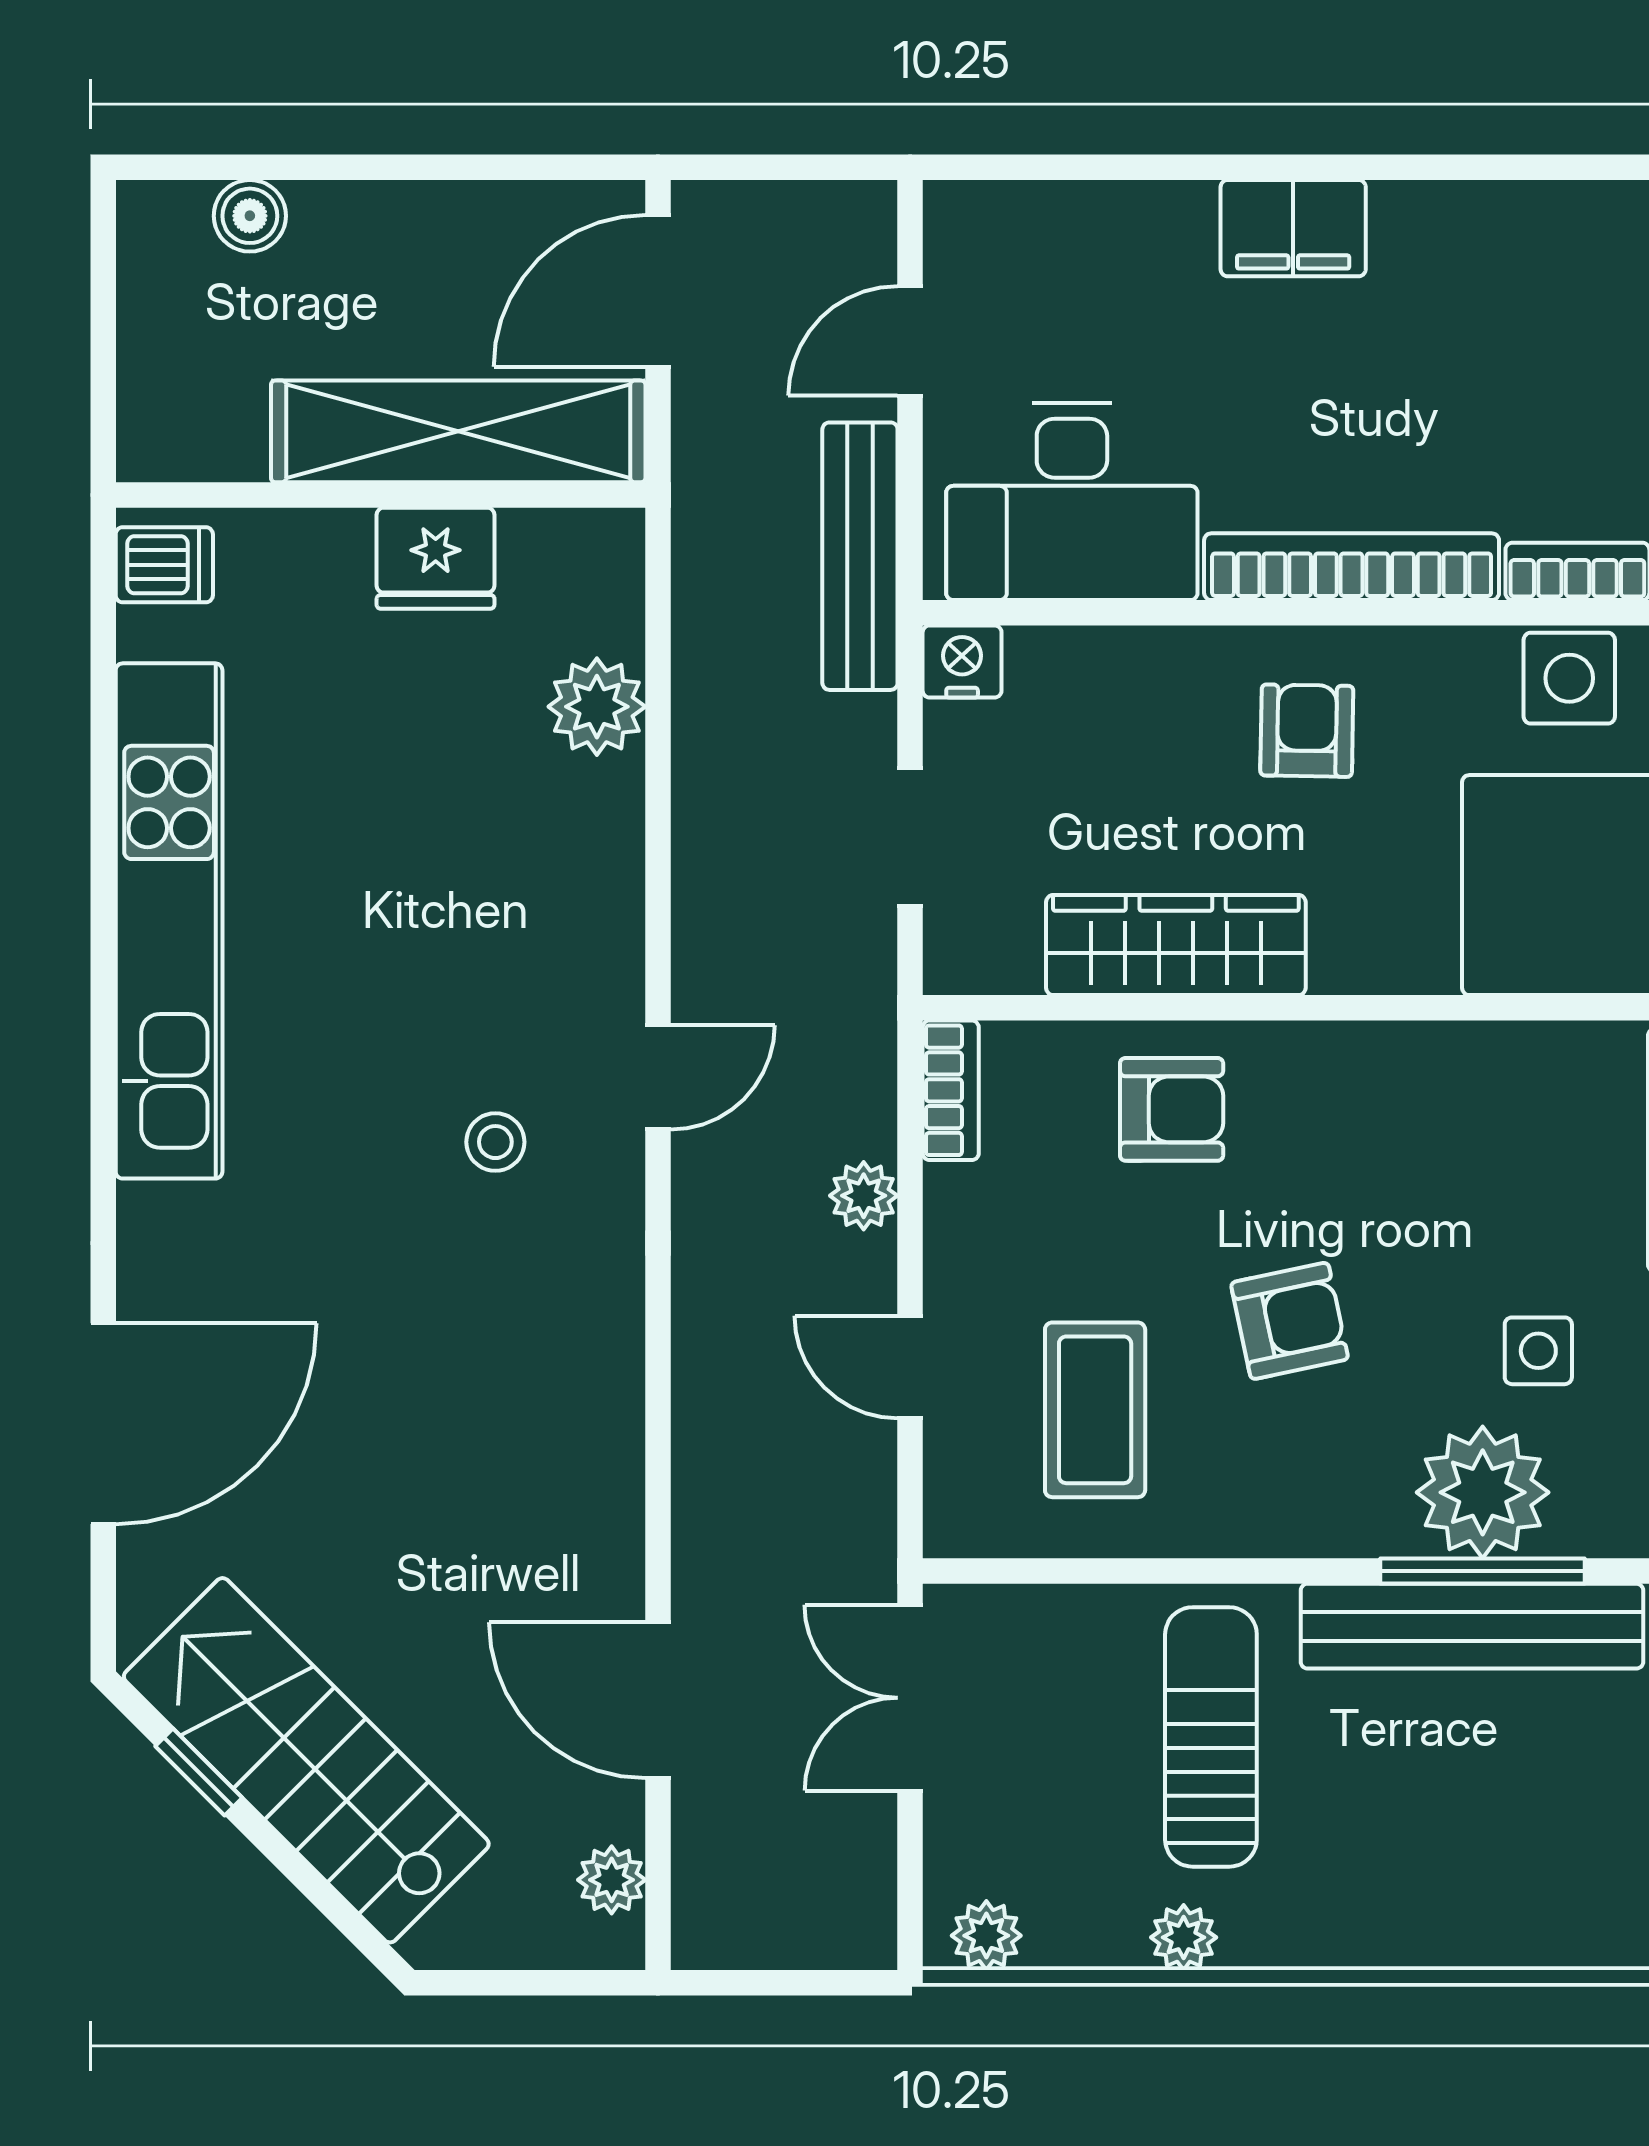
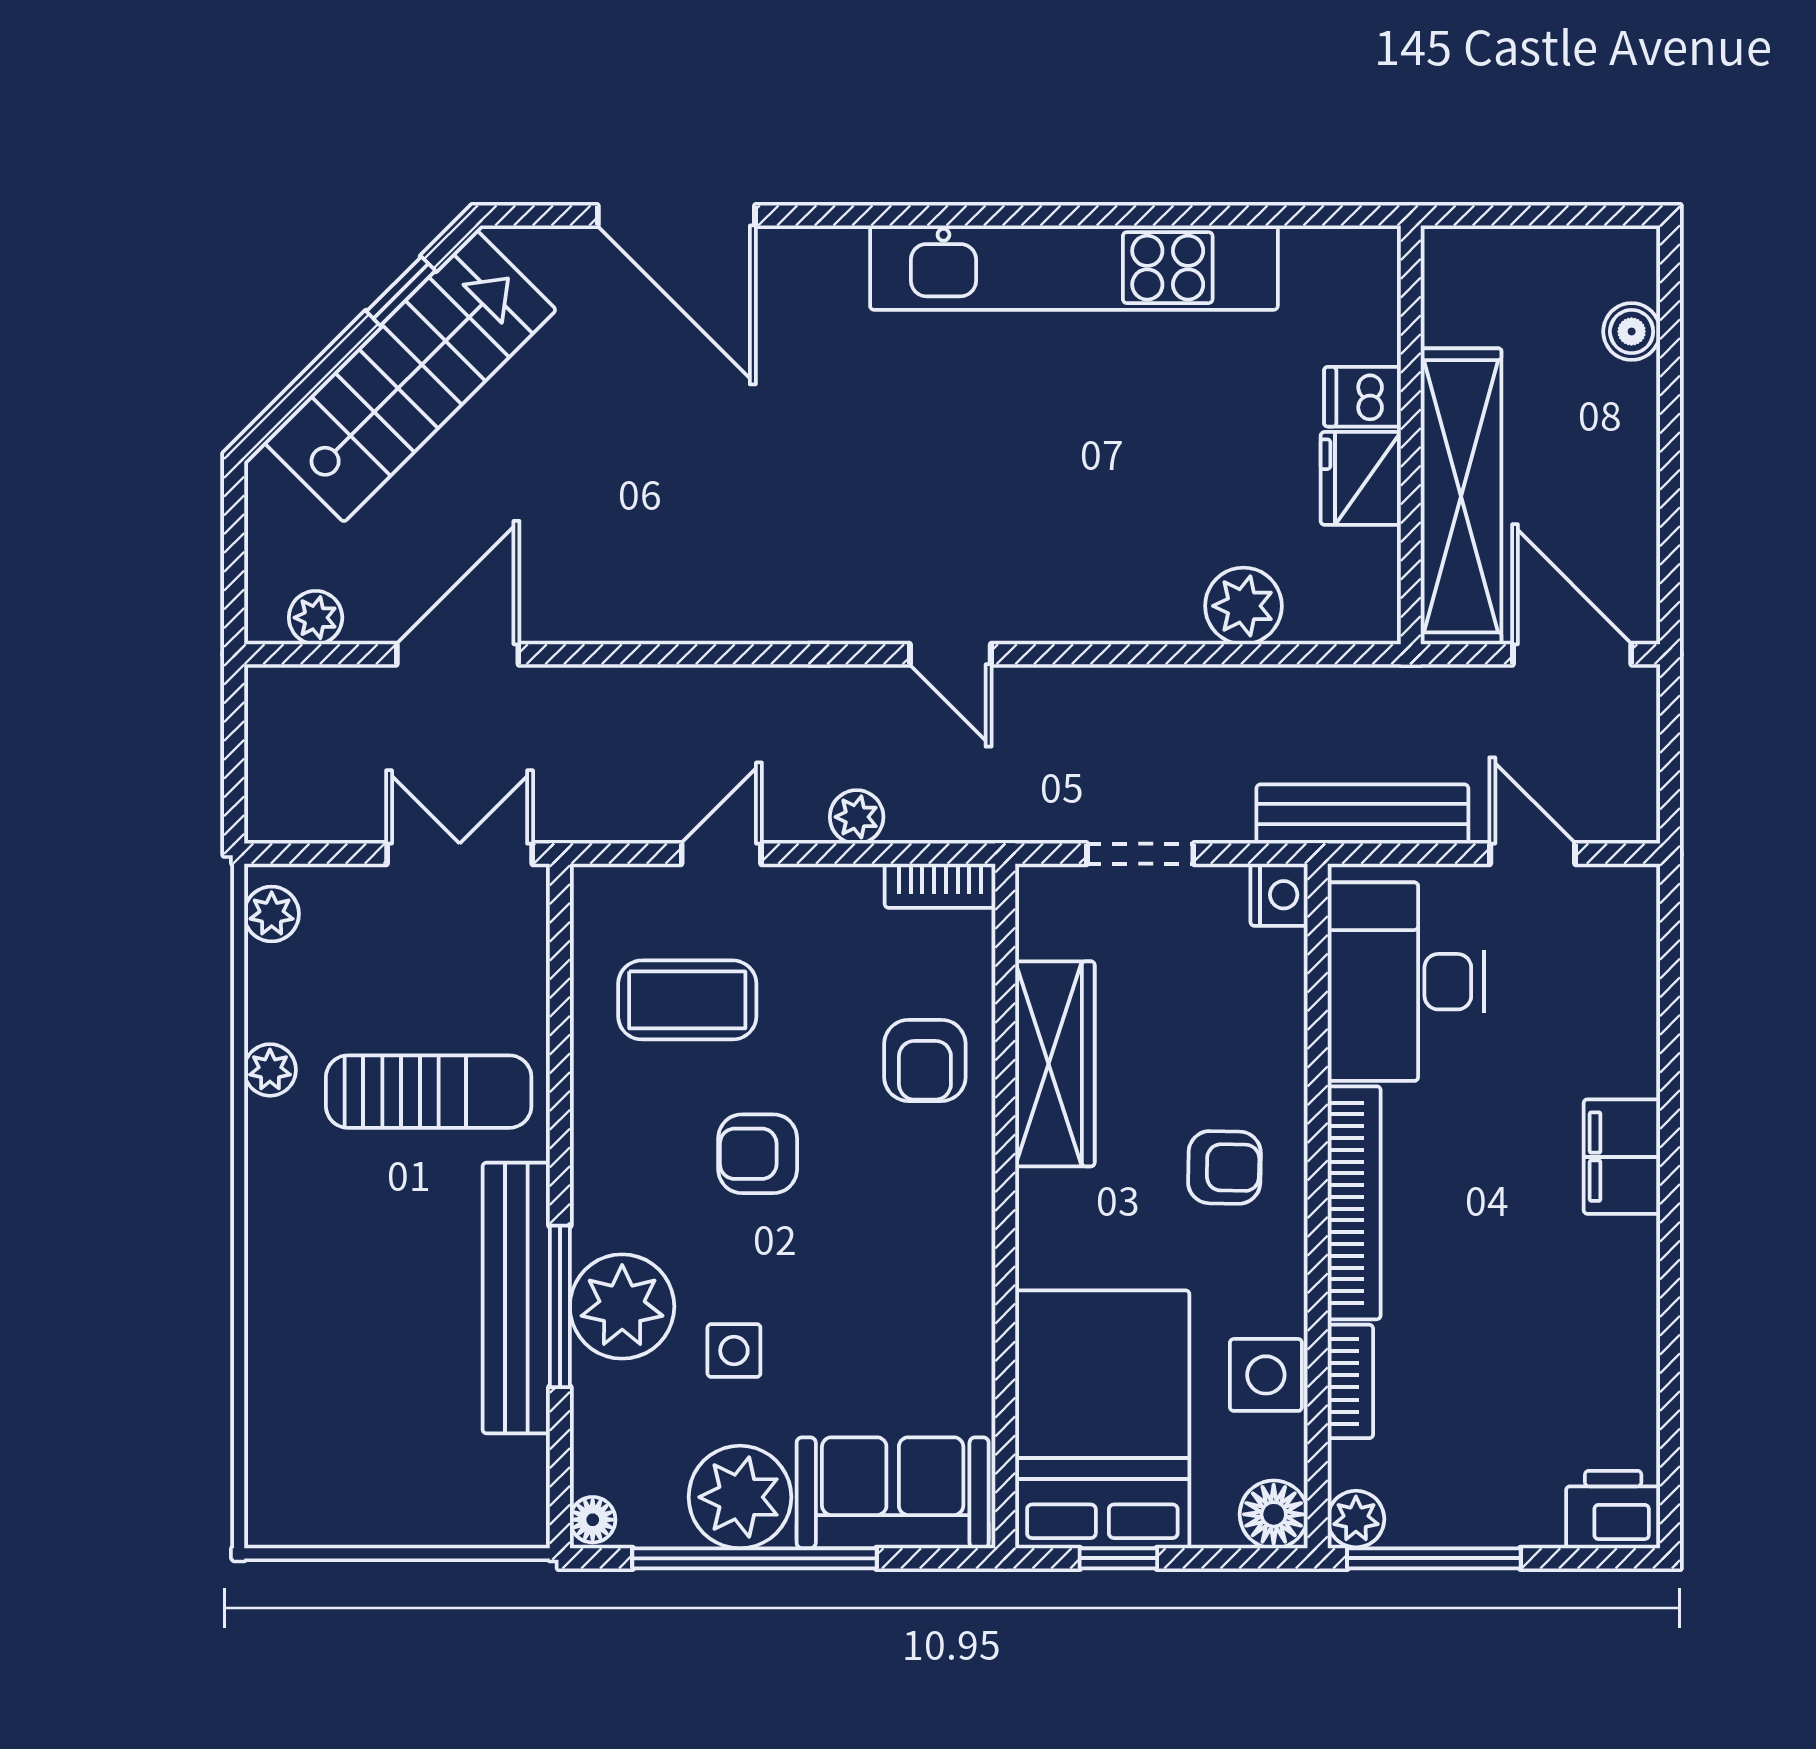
dishwasher: (164, 565) -> (1362, 397), moved, turned 90
stool: (495, 1142) -> (899, 526), removed
armchair: (1290, 1321) -> (758, 1154), turned 102

